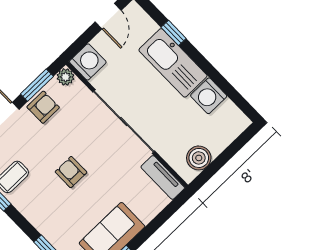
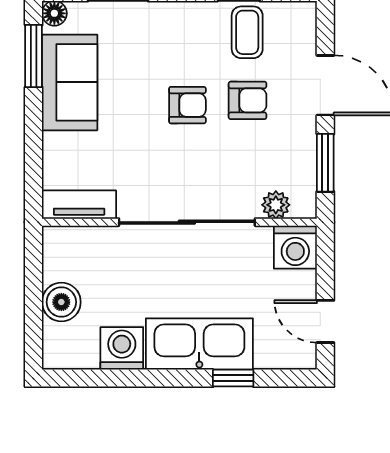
plant: (66, 77) -> (276, 205), moved
armchair: (43, 107) -> (248, 100), moved, turned -90
boiler: (199, 158) -> (61, 302), moved

